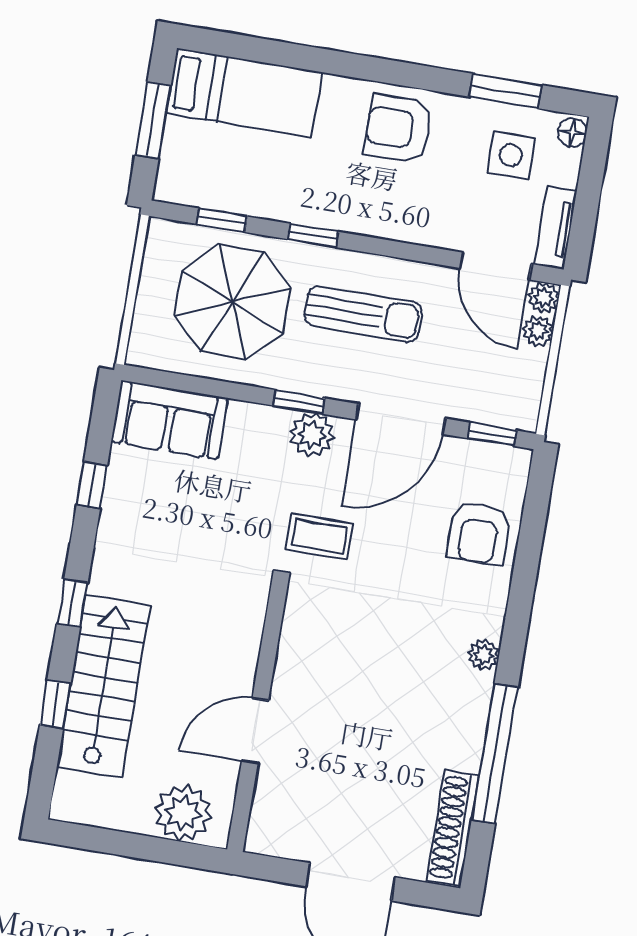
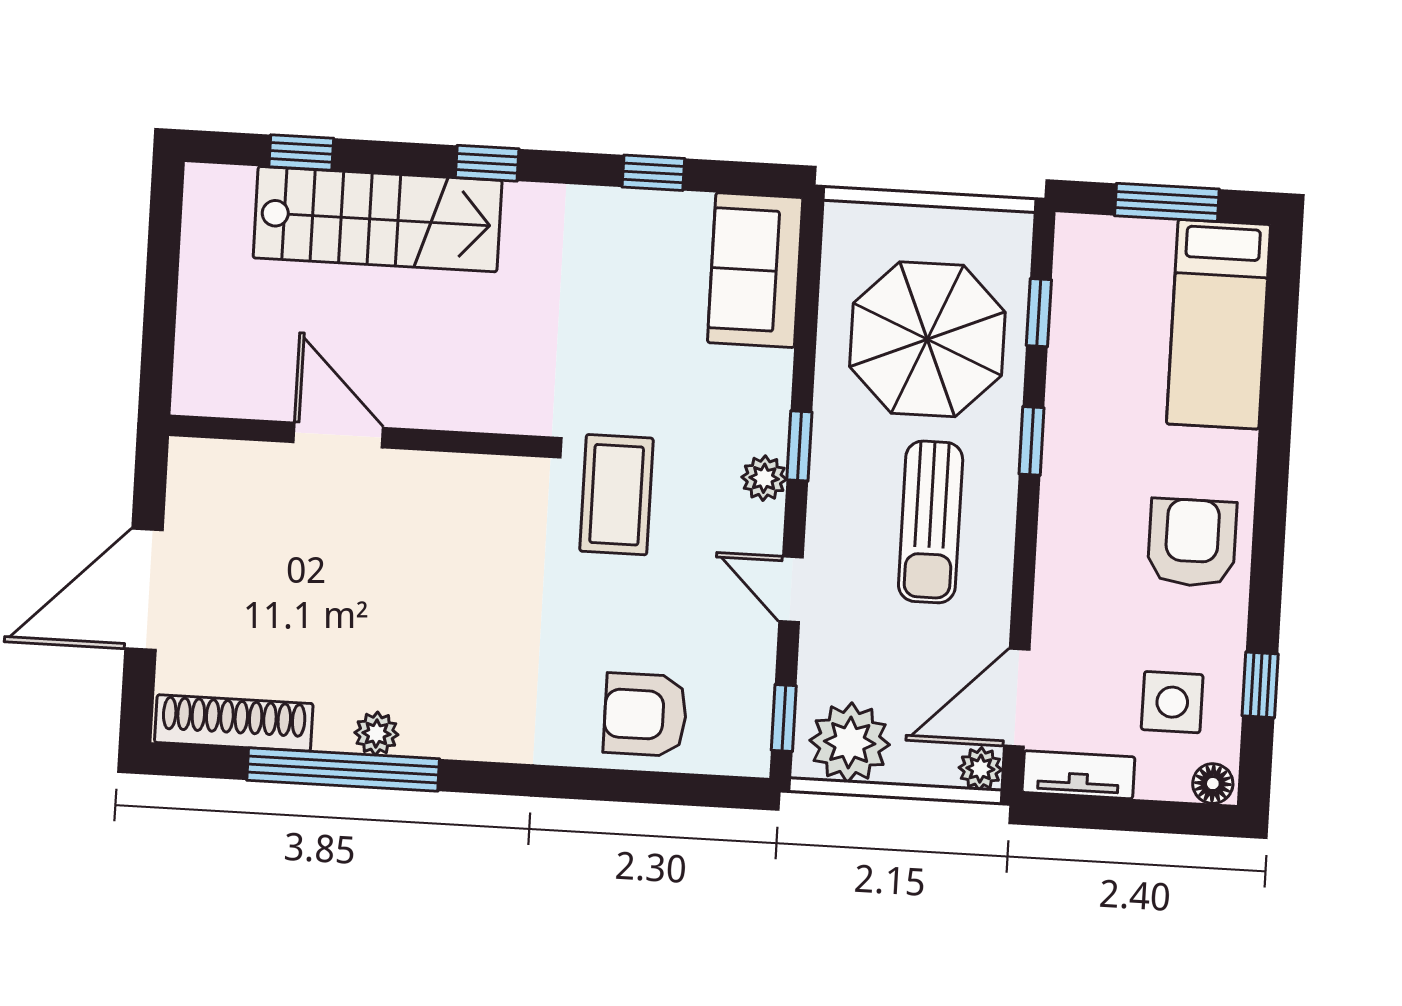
window: (505, 91) -> (1260, 685), width x0.67
plant: (538, 331) -> (850, 743), moved, width x1.88, depth x1.88
door: (401, 419) -> (791, 589), width x0.53
plant: (312, 435) -> (764, 478), width x0.73, depth x0.73
coffee table: (319, 536) -> (617, 495), width x1.36, depth x1.30
plant: (484, 655) -> (376, 734), moved
window: (55, 705) -> (301, 152), moved
plant: (183, 813) -> (214, 348), removed

